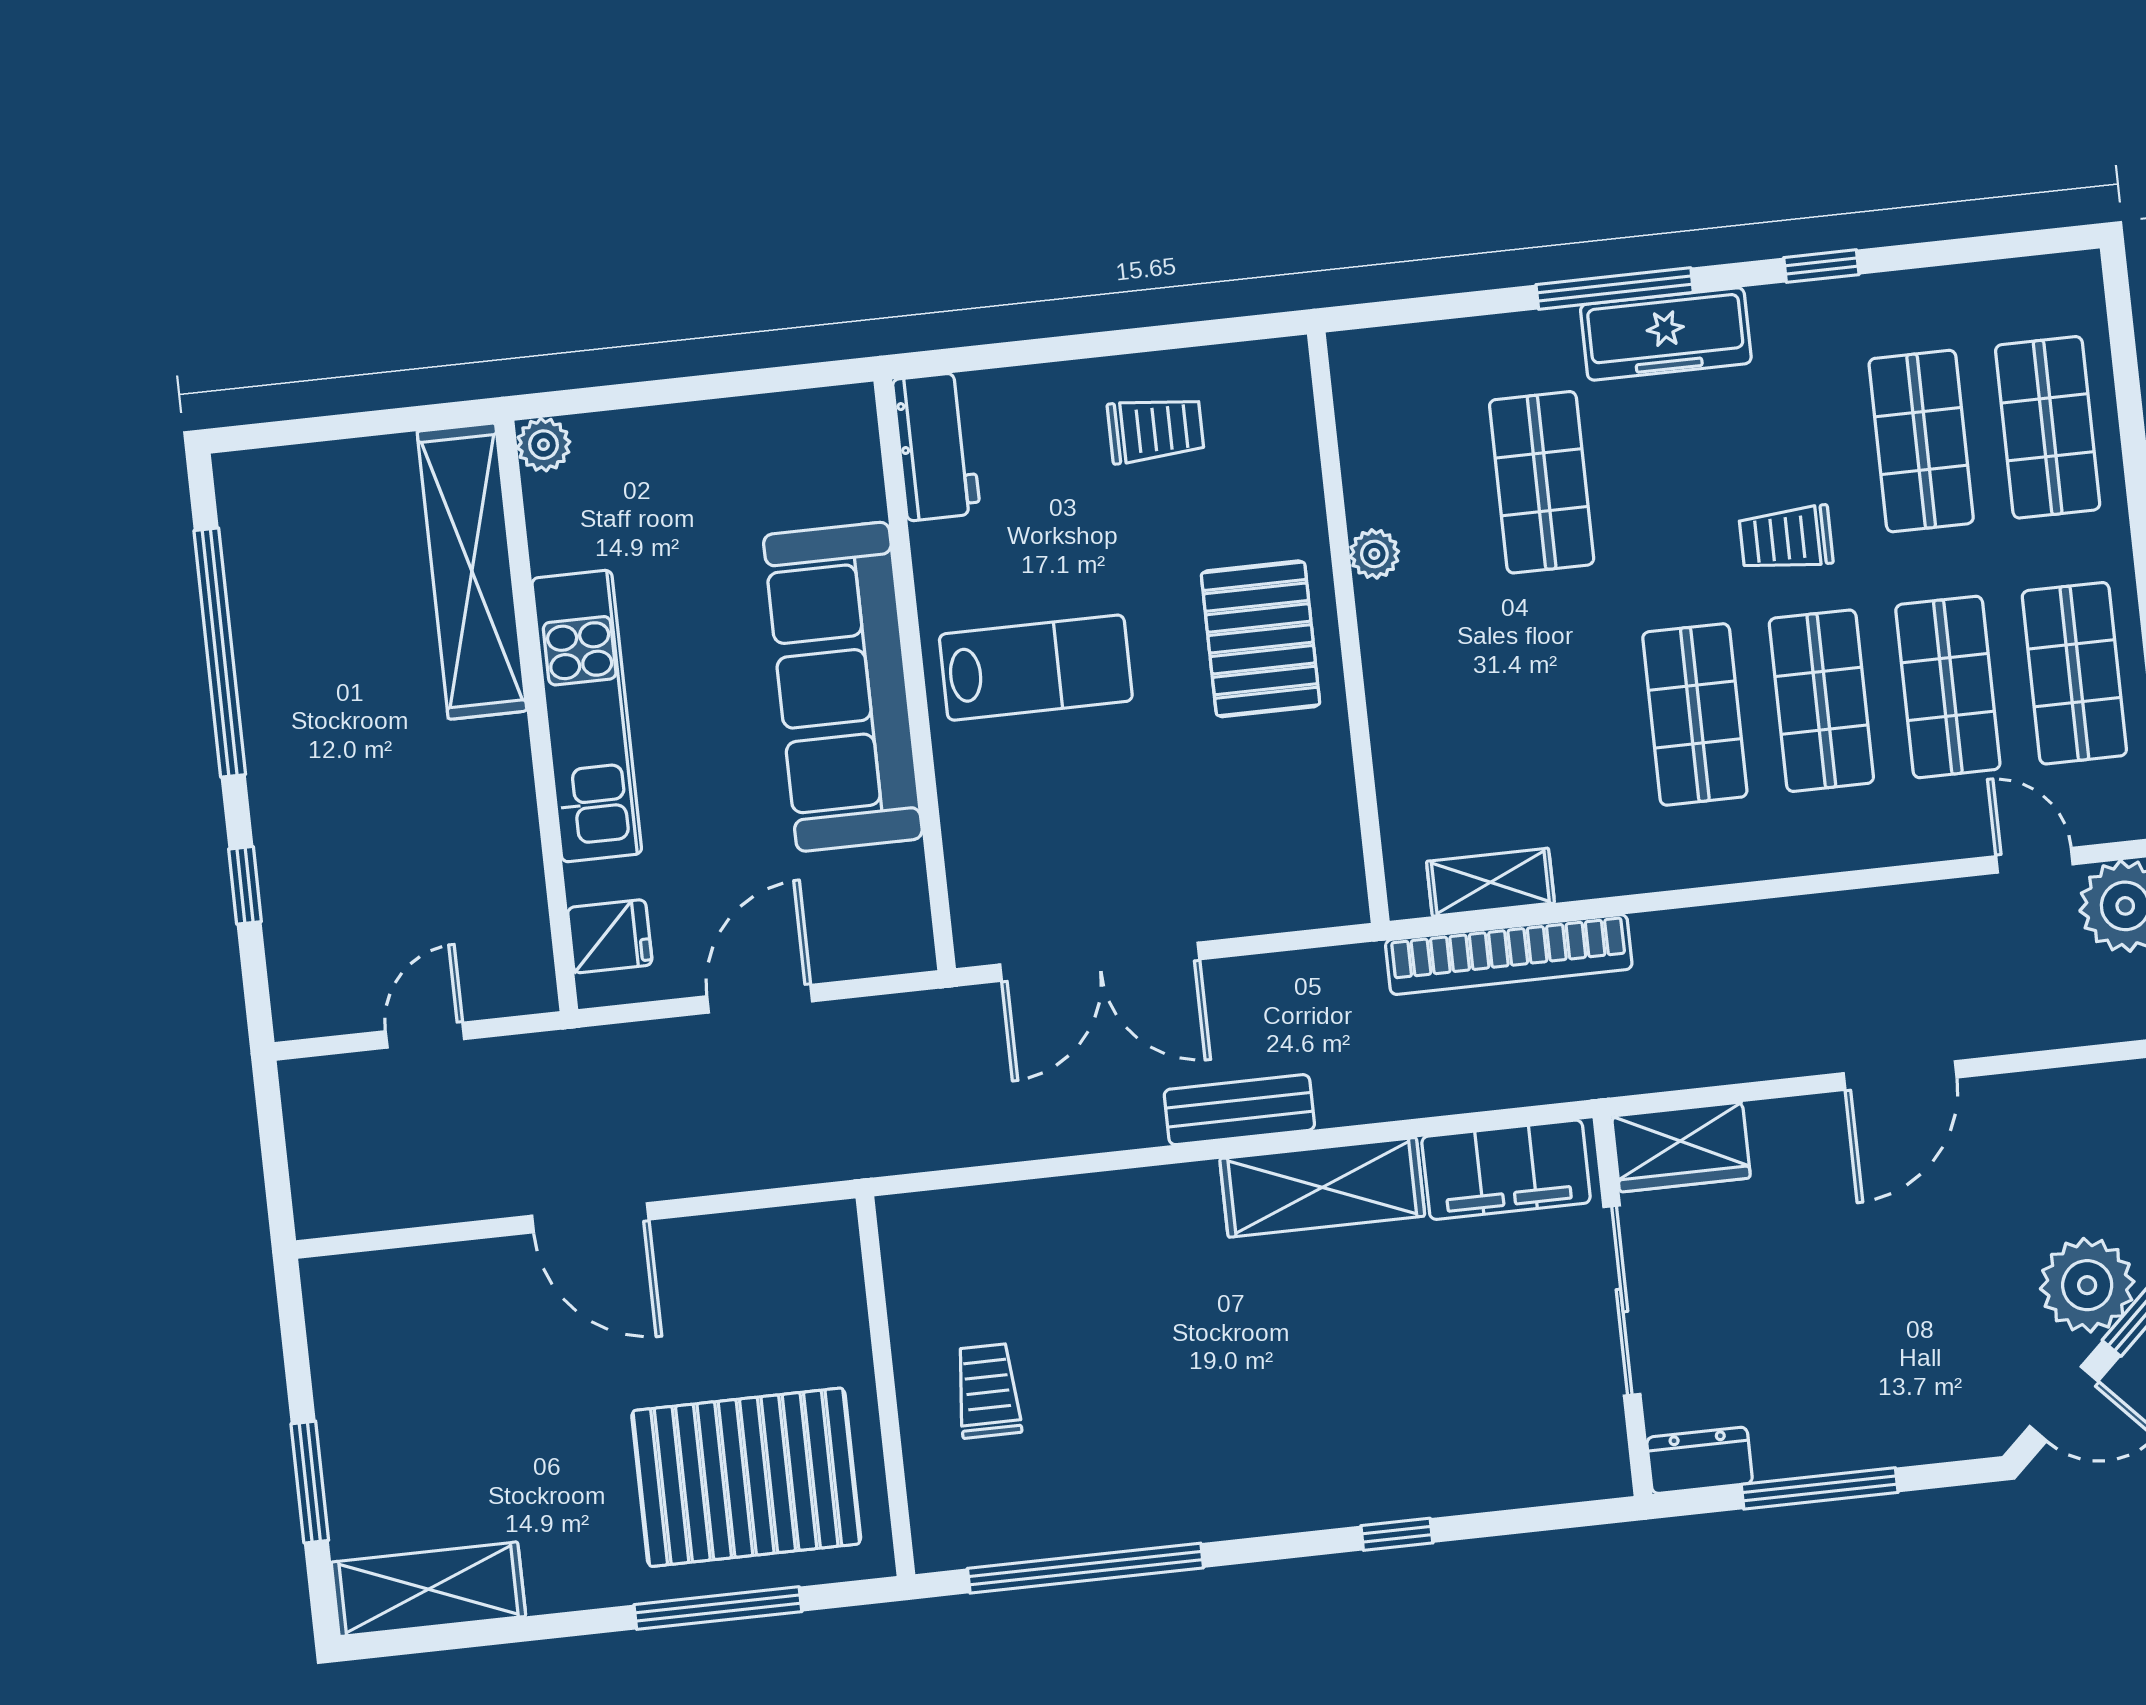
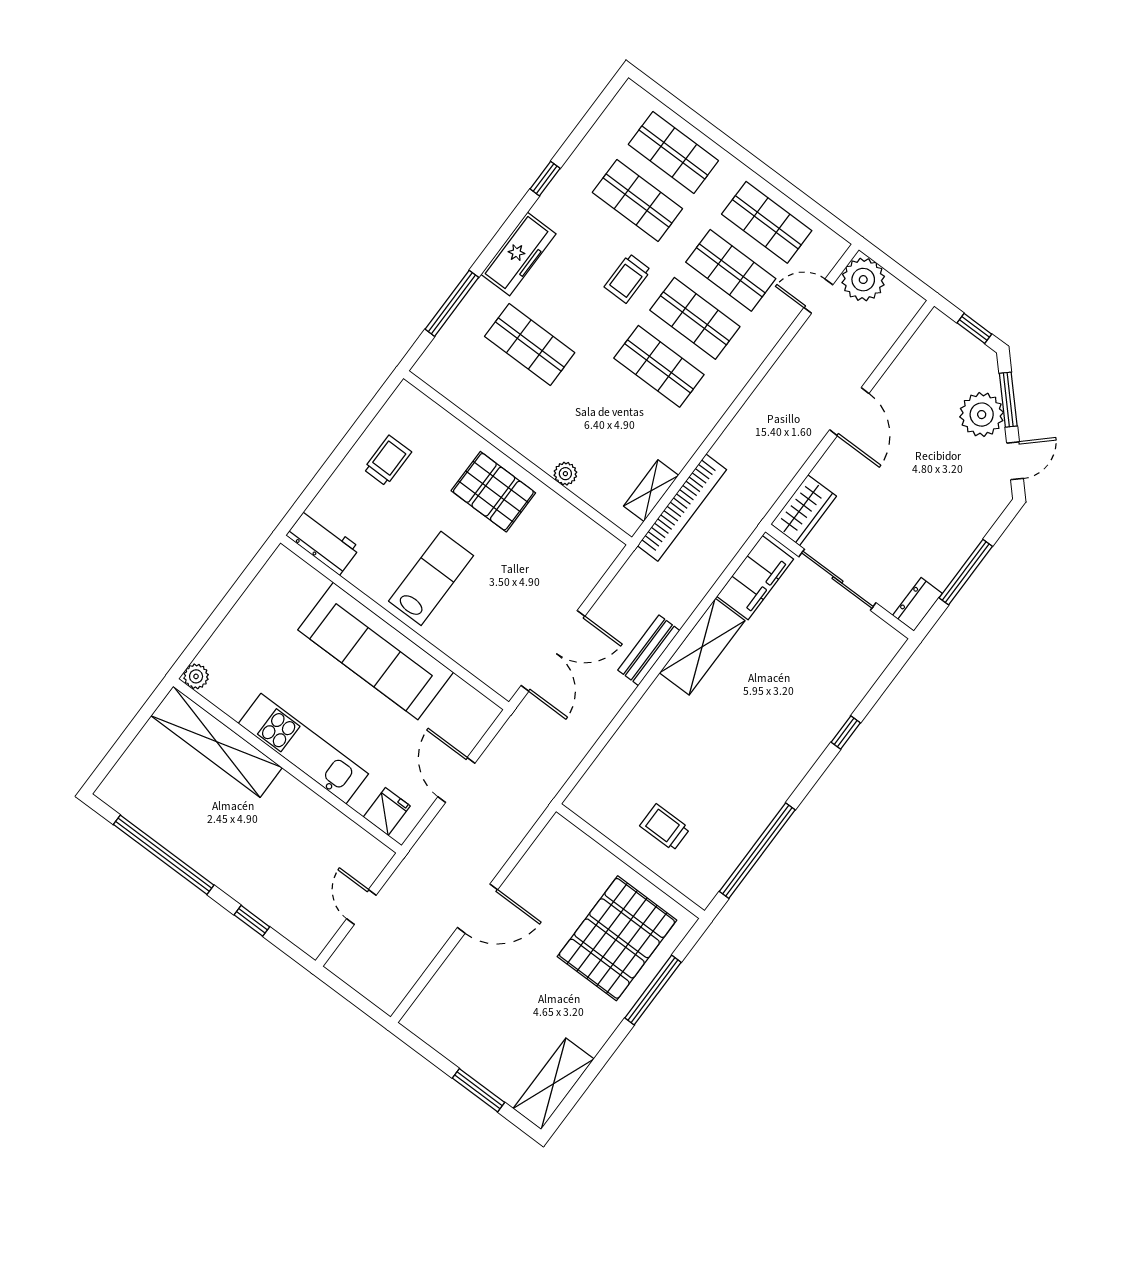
window: (1615, 289) -> (452, 303), moved
plant: (1374, 554) -> (565, 474), moved

